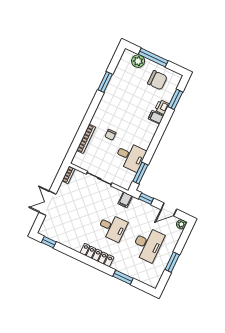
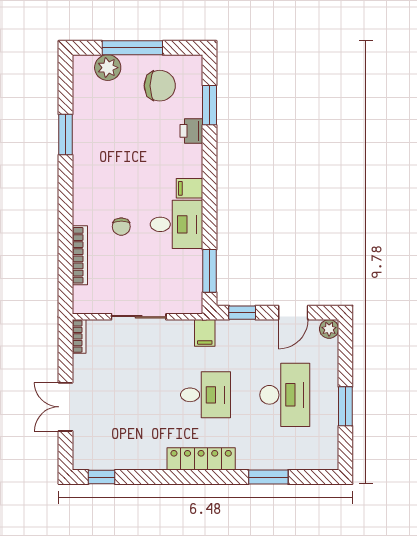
filing cabinet: (156, 117) -> (190, 188), moved
desk: (130, 156) -> (177, 224), moved

